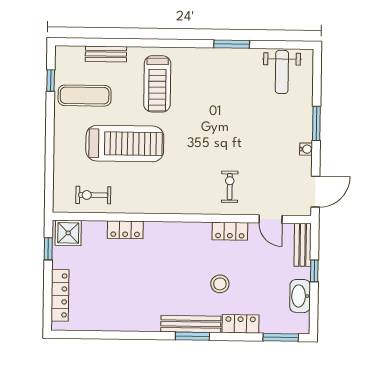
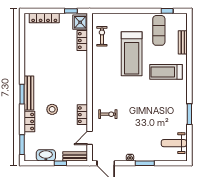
locker: (125, 230) -> (82, 40), moved

